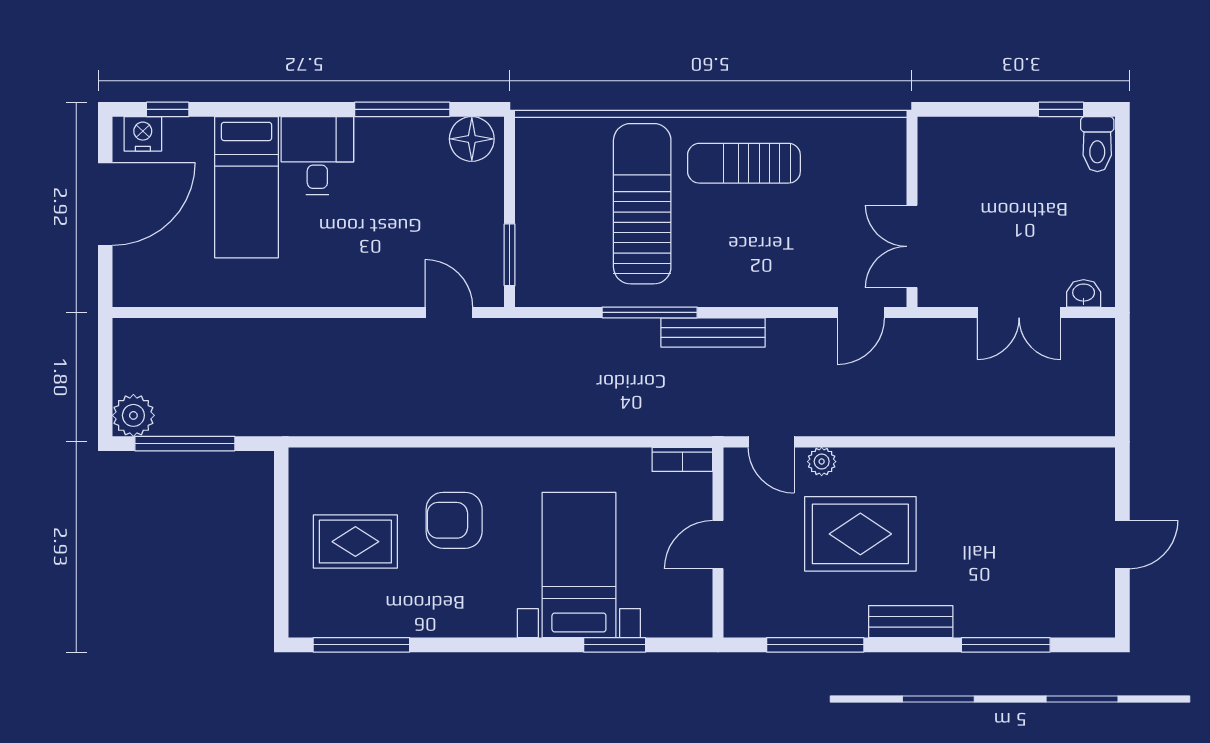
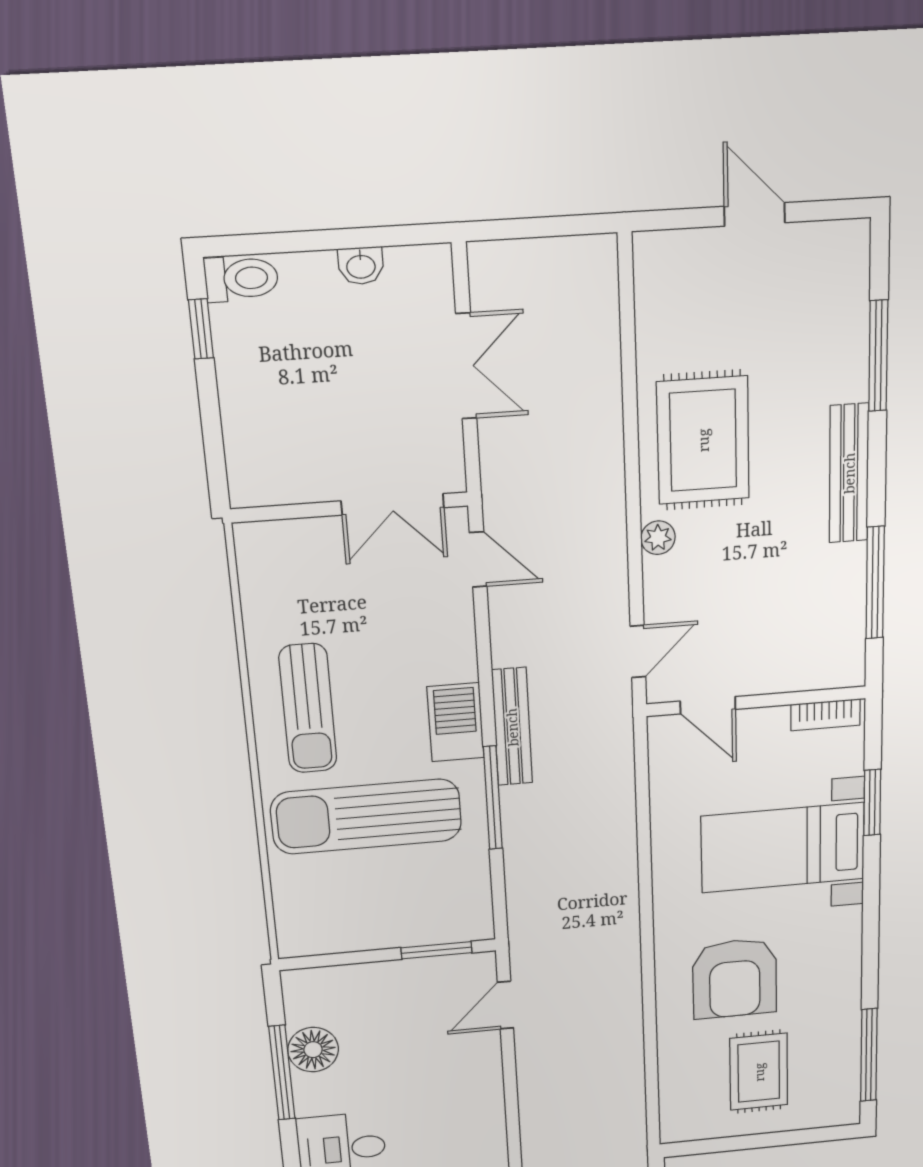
floor lamp: (472, 139) -> (313, 1050), moved
barbecue: (721, 285) -> (456, 722), added
washbasin: (1084, 293) -> (361, 266), moved, turned -90
bookcase: (682, 459) -> (825, 715), moved, turned 90
plant: (822, 462) -> (658, 538), moved
armchair: (454, 520) -> (735, 978), width x1.36, depth x1.36
rug: (860, 534) -> (703, 440), moved
door: (718, 545) -> (708, 705), moved
bench: (911, 622) -> (849, 473), width x1.36

